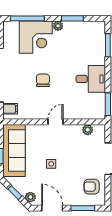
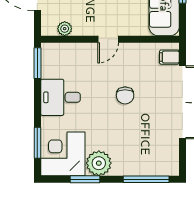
plant: (58, 26) -> (99, 163), width x1.87, depth x1.87
corner desk: (36, 37) -> (63, 154), moved

